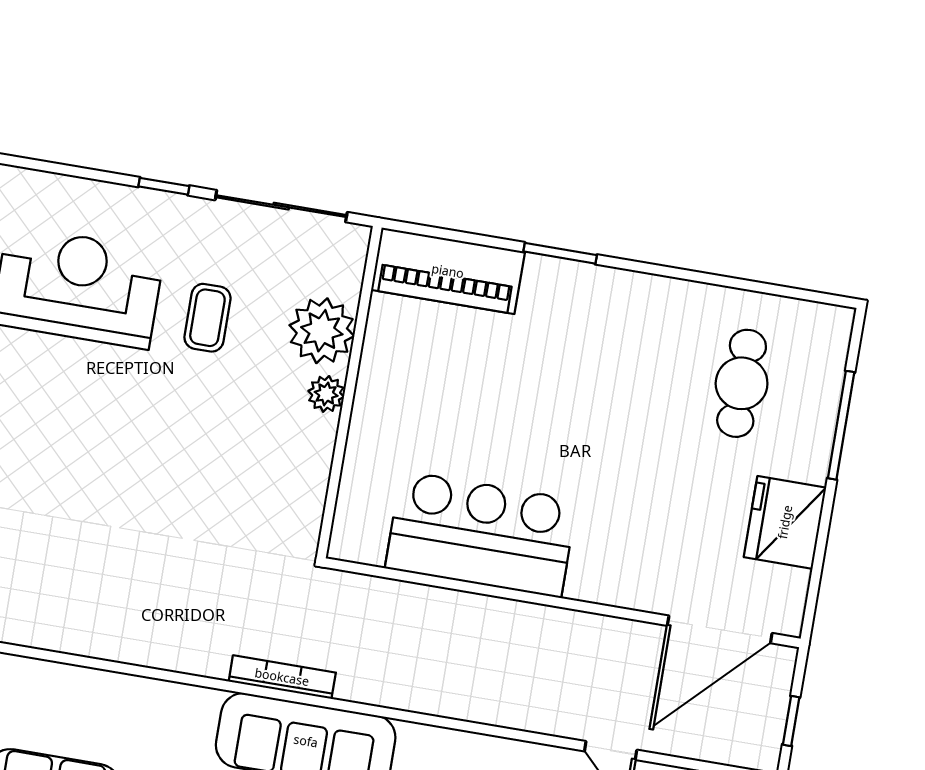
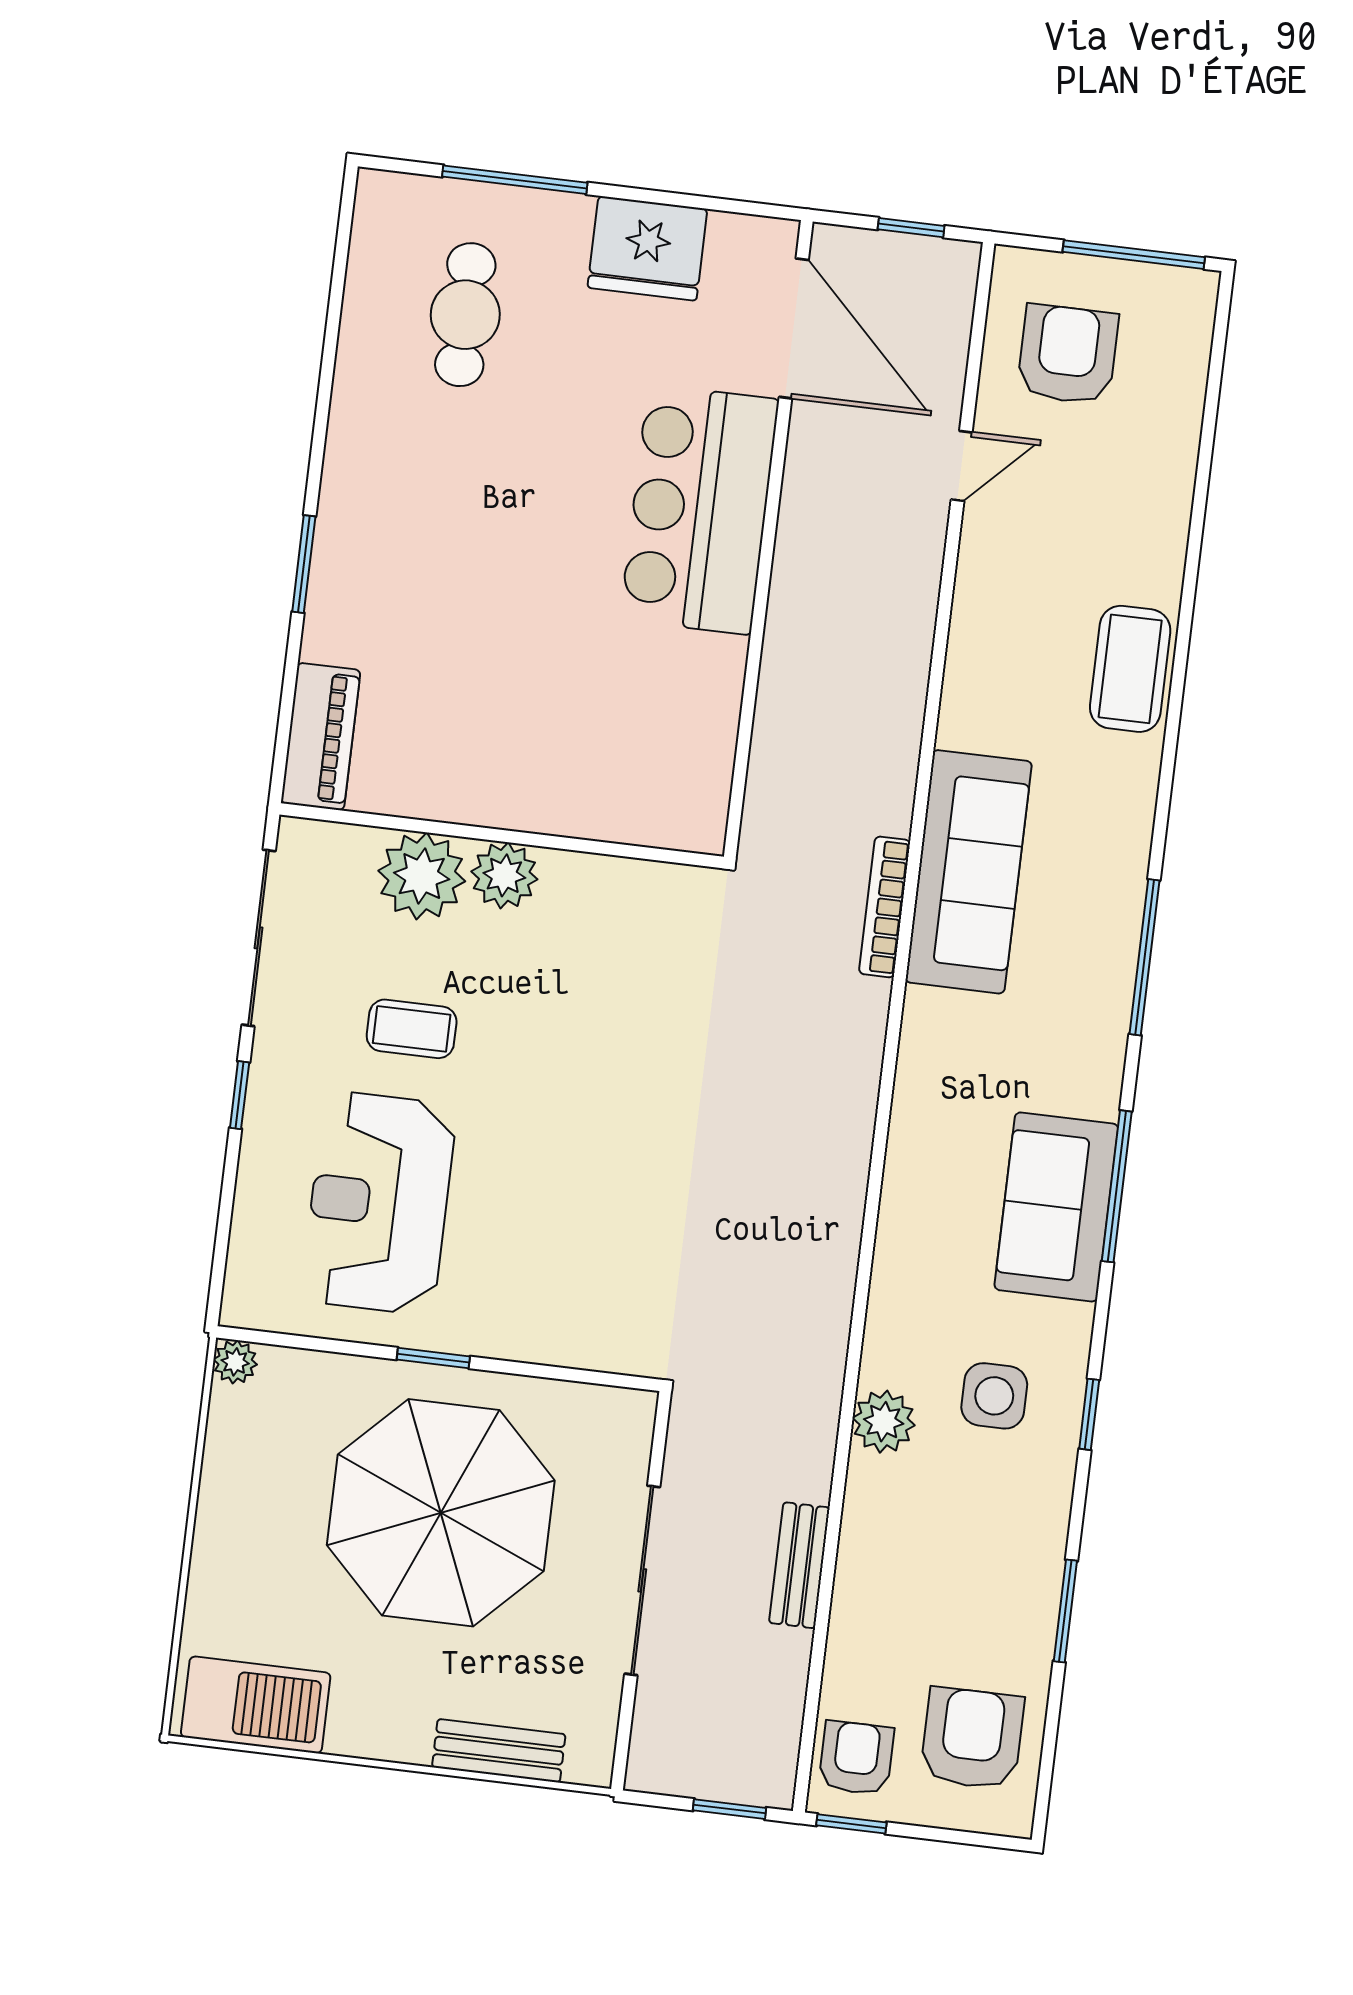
piano: (448, 271) -> (321, 737), width x0.73, depth x0.75
cafe table: (742, 383) -> (465, 315), turned 90
plant: (326, 394) -> (504, 875), width x1.38, depth x1.38
bar counter: (481, 534) -> (699, 509), moved

